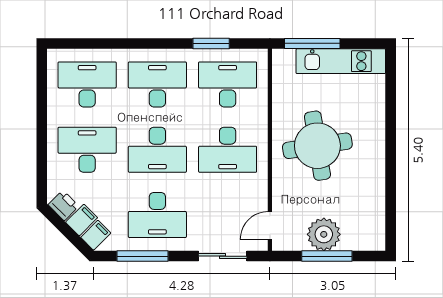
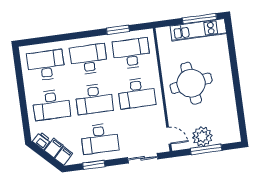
window: (312, 43) -> (200, 19), moved
desk: (87, 150) -> (51, 105), turned 180
door: (270, 226) -> (169, 136), swing flipped
window: (142, 256) -> (94, 165), width x0.69

